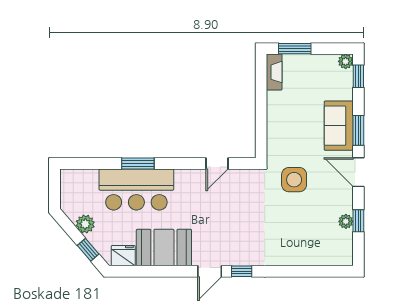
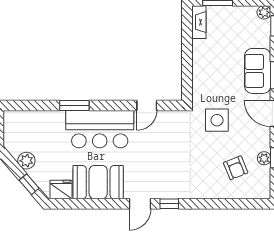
bar counter: (136, 189) -> (100, 129), moved
armchair: (315, 232) -> (236, 168), added

